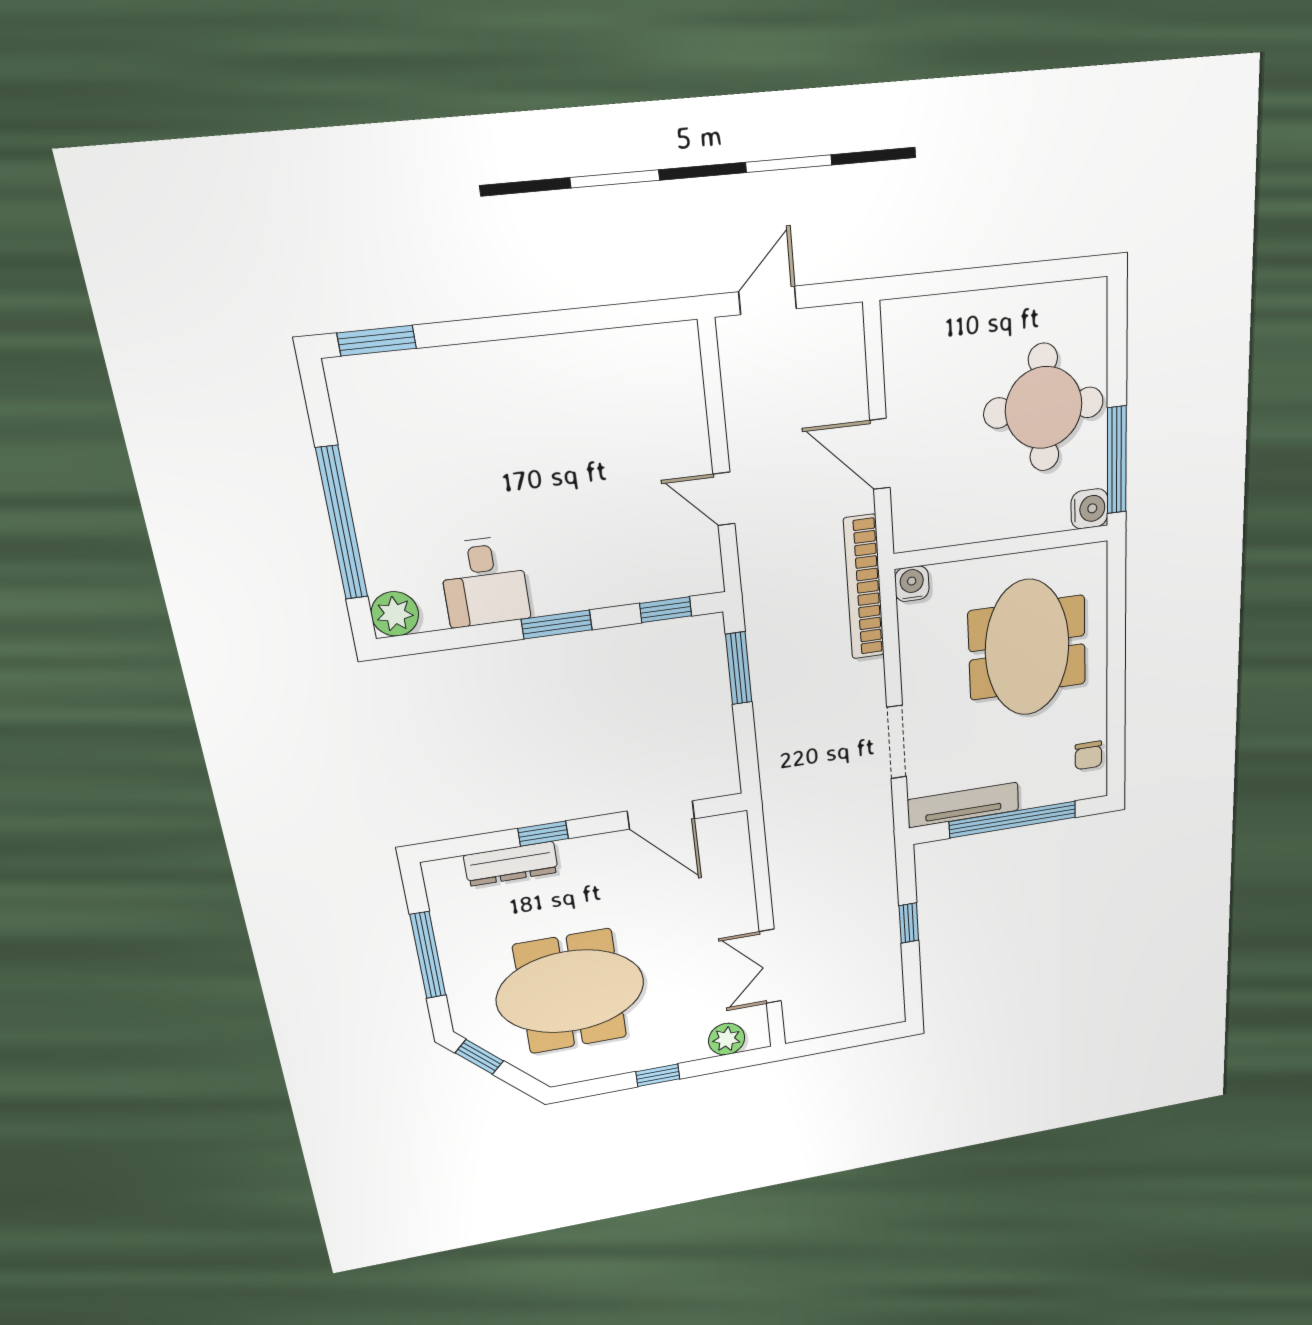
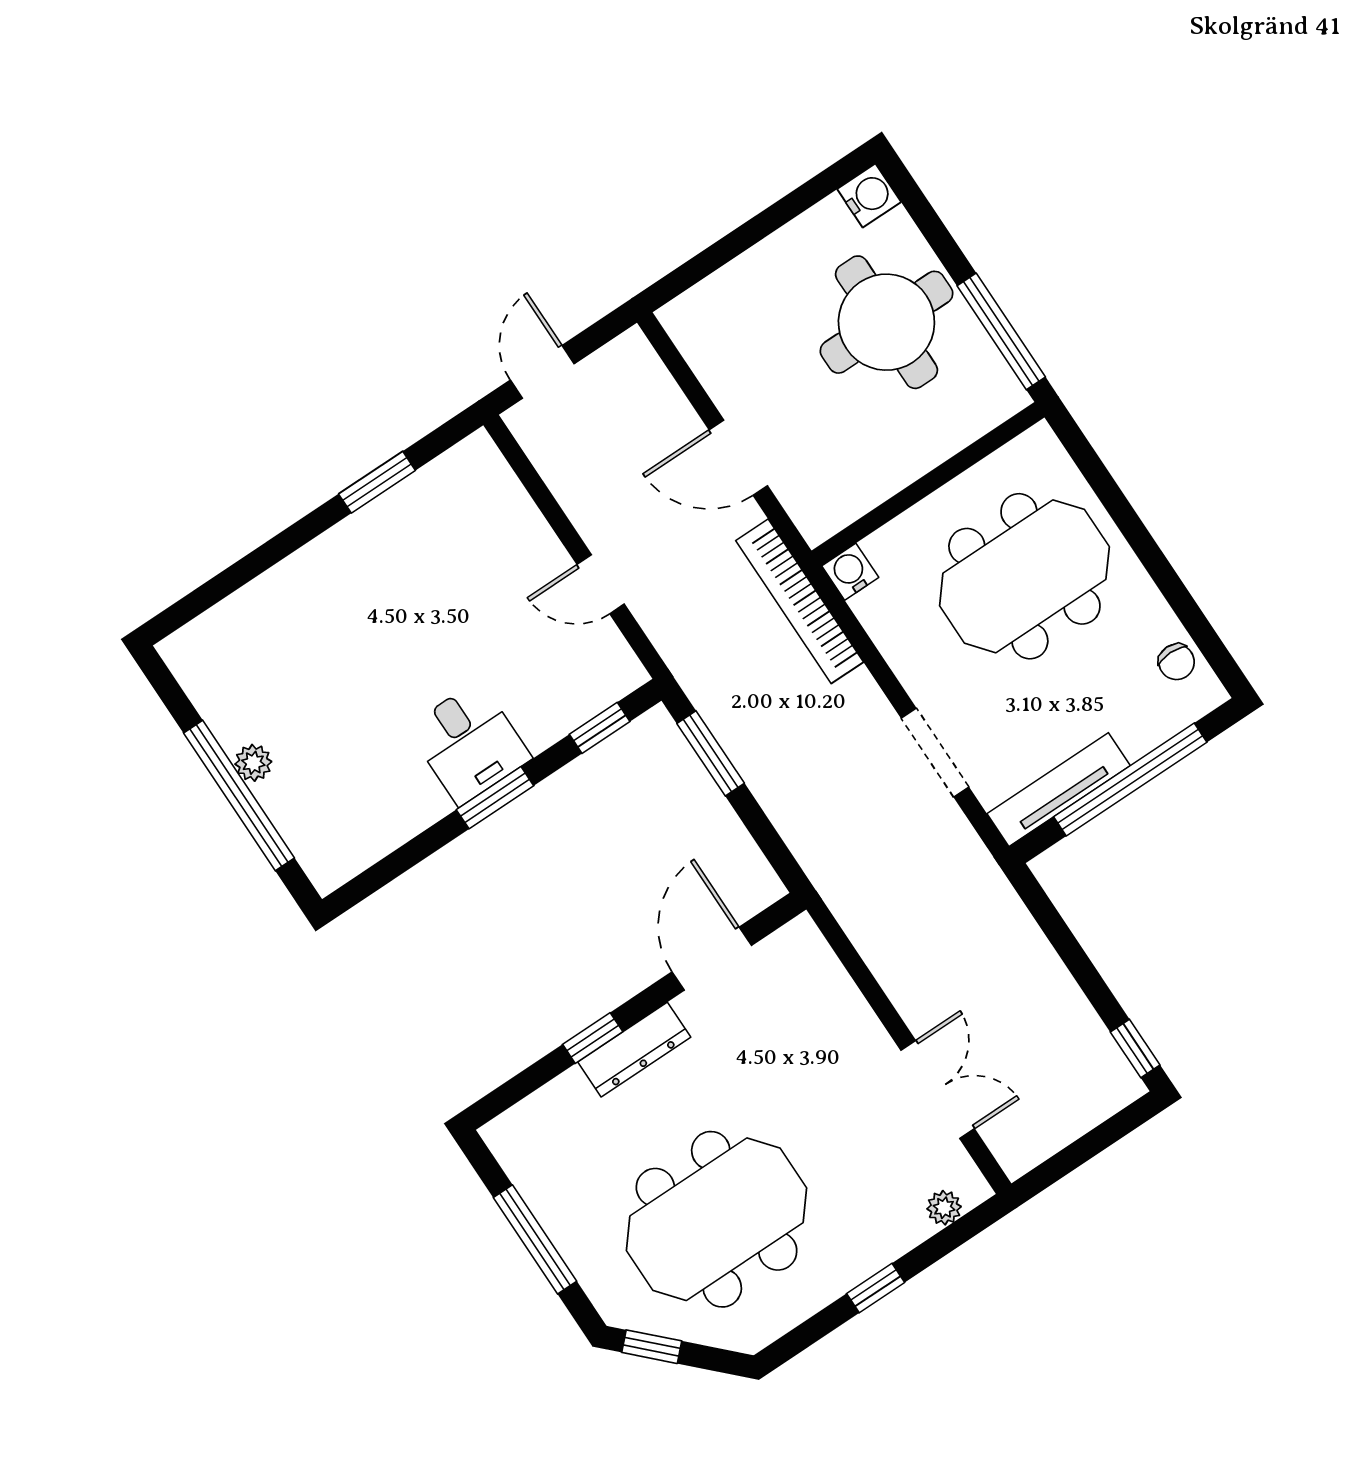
window: (377, 341) -> (377, 482), moved
water cooler: (1089, 509) -> (869, 196), moved
desk: (484, 582) -> (469, 743), moved
plant: (395, 614) -> (253, 763), moved, width x0.73, depth x0.73
meeting table: (1027, 648) -> (1024, 576), turned 90
door: (661, 815) -> (712, 959), swing flipped
dresser: (511, 864) -> (634, 1050), moved
window: (909, 923) -> (1135, 1048), moved
double door: (770, 967) -> (938, 1090), swing flipped
plant: (727, 1039) -> (944, 1208), width x0.73, depth x0.73

